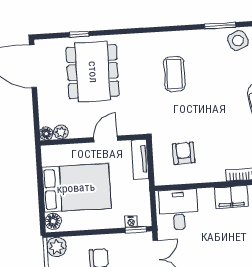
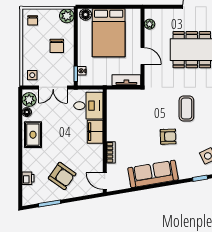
coffee table: (174, 74) -> (186, 109), turned 90
floor lamp: (46, 134) -> (149, 13), removed
armchair: (184, 153) -> (168, 137), moved
filing cabinet: (231, 197) -> (95, 132), moved

